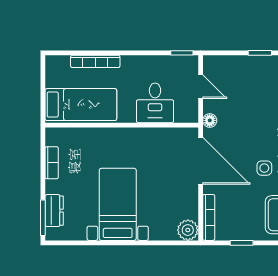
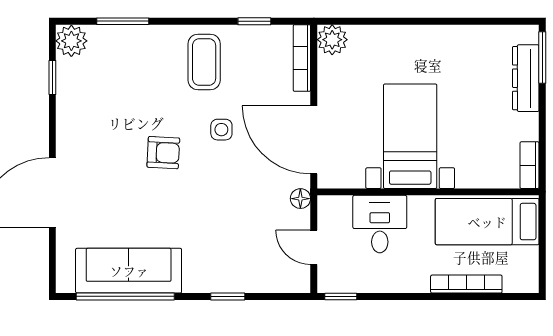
bookcase: (52, 163) -> (530, 165), moved
bed with nightstands: (118, 204) -> (410, 136), moved, turned 180
dresser: (54, 211) -> (526, 78), width x1.44

